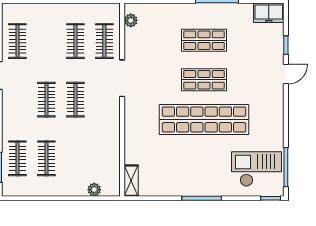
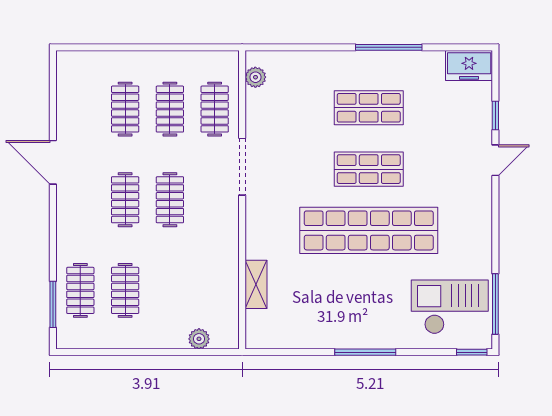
clothes rail: (17, 41) -> (125, 109), moved
shelving: (131, 181) -> (256, 284), moved

